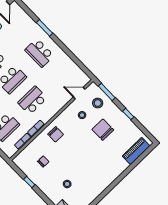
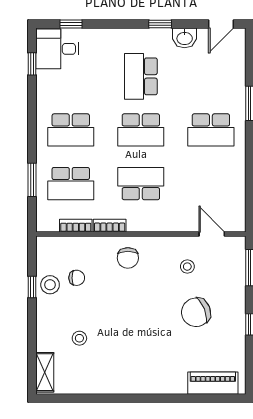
school desk: (39, 53) -> (211, 130), turned -90
stool: (98, 103) -> (50, 285), moved
chair: (103, 130) -> (196, 312), turned -112

